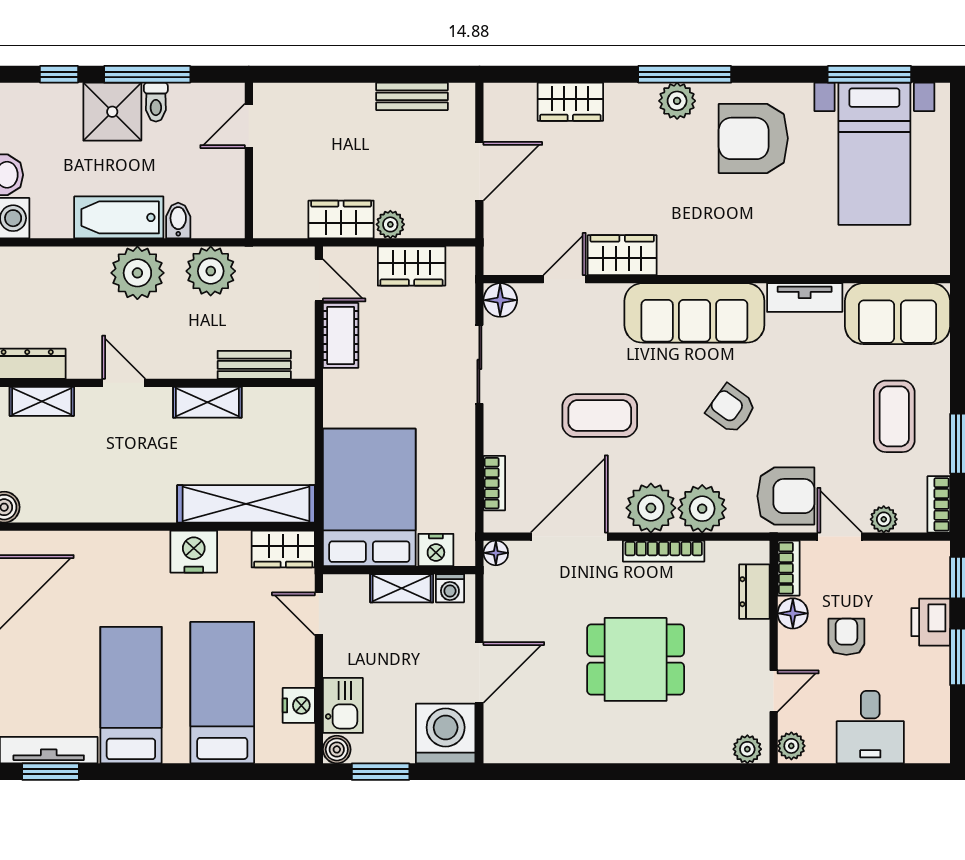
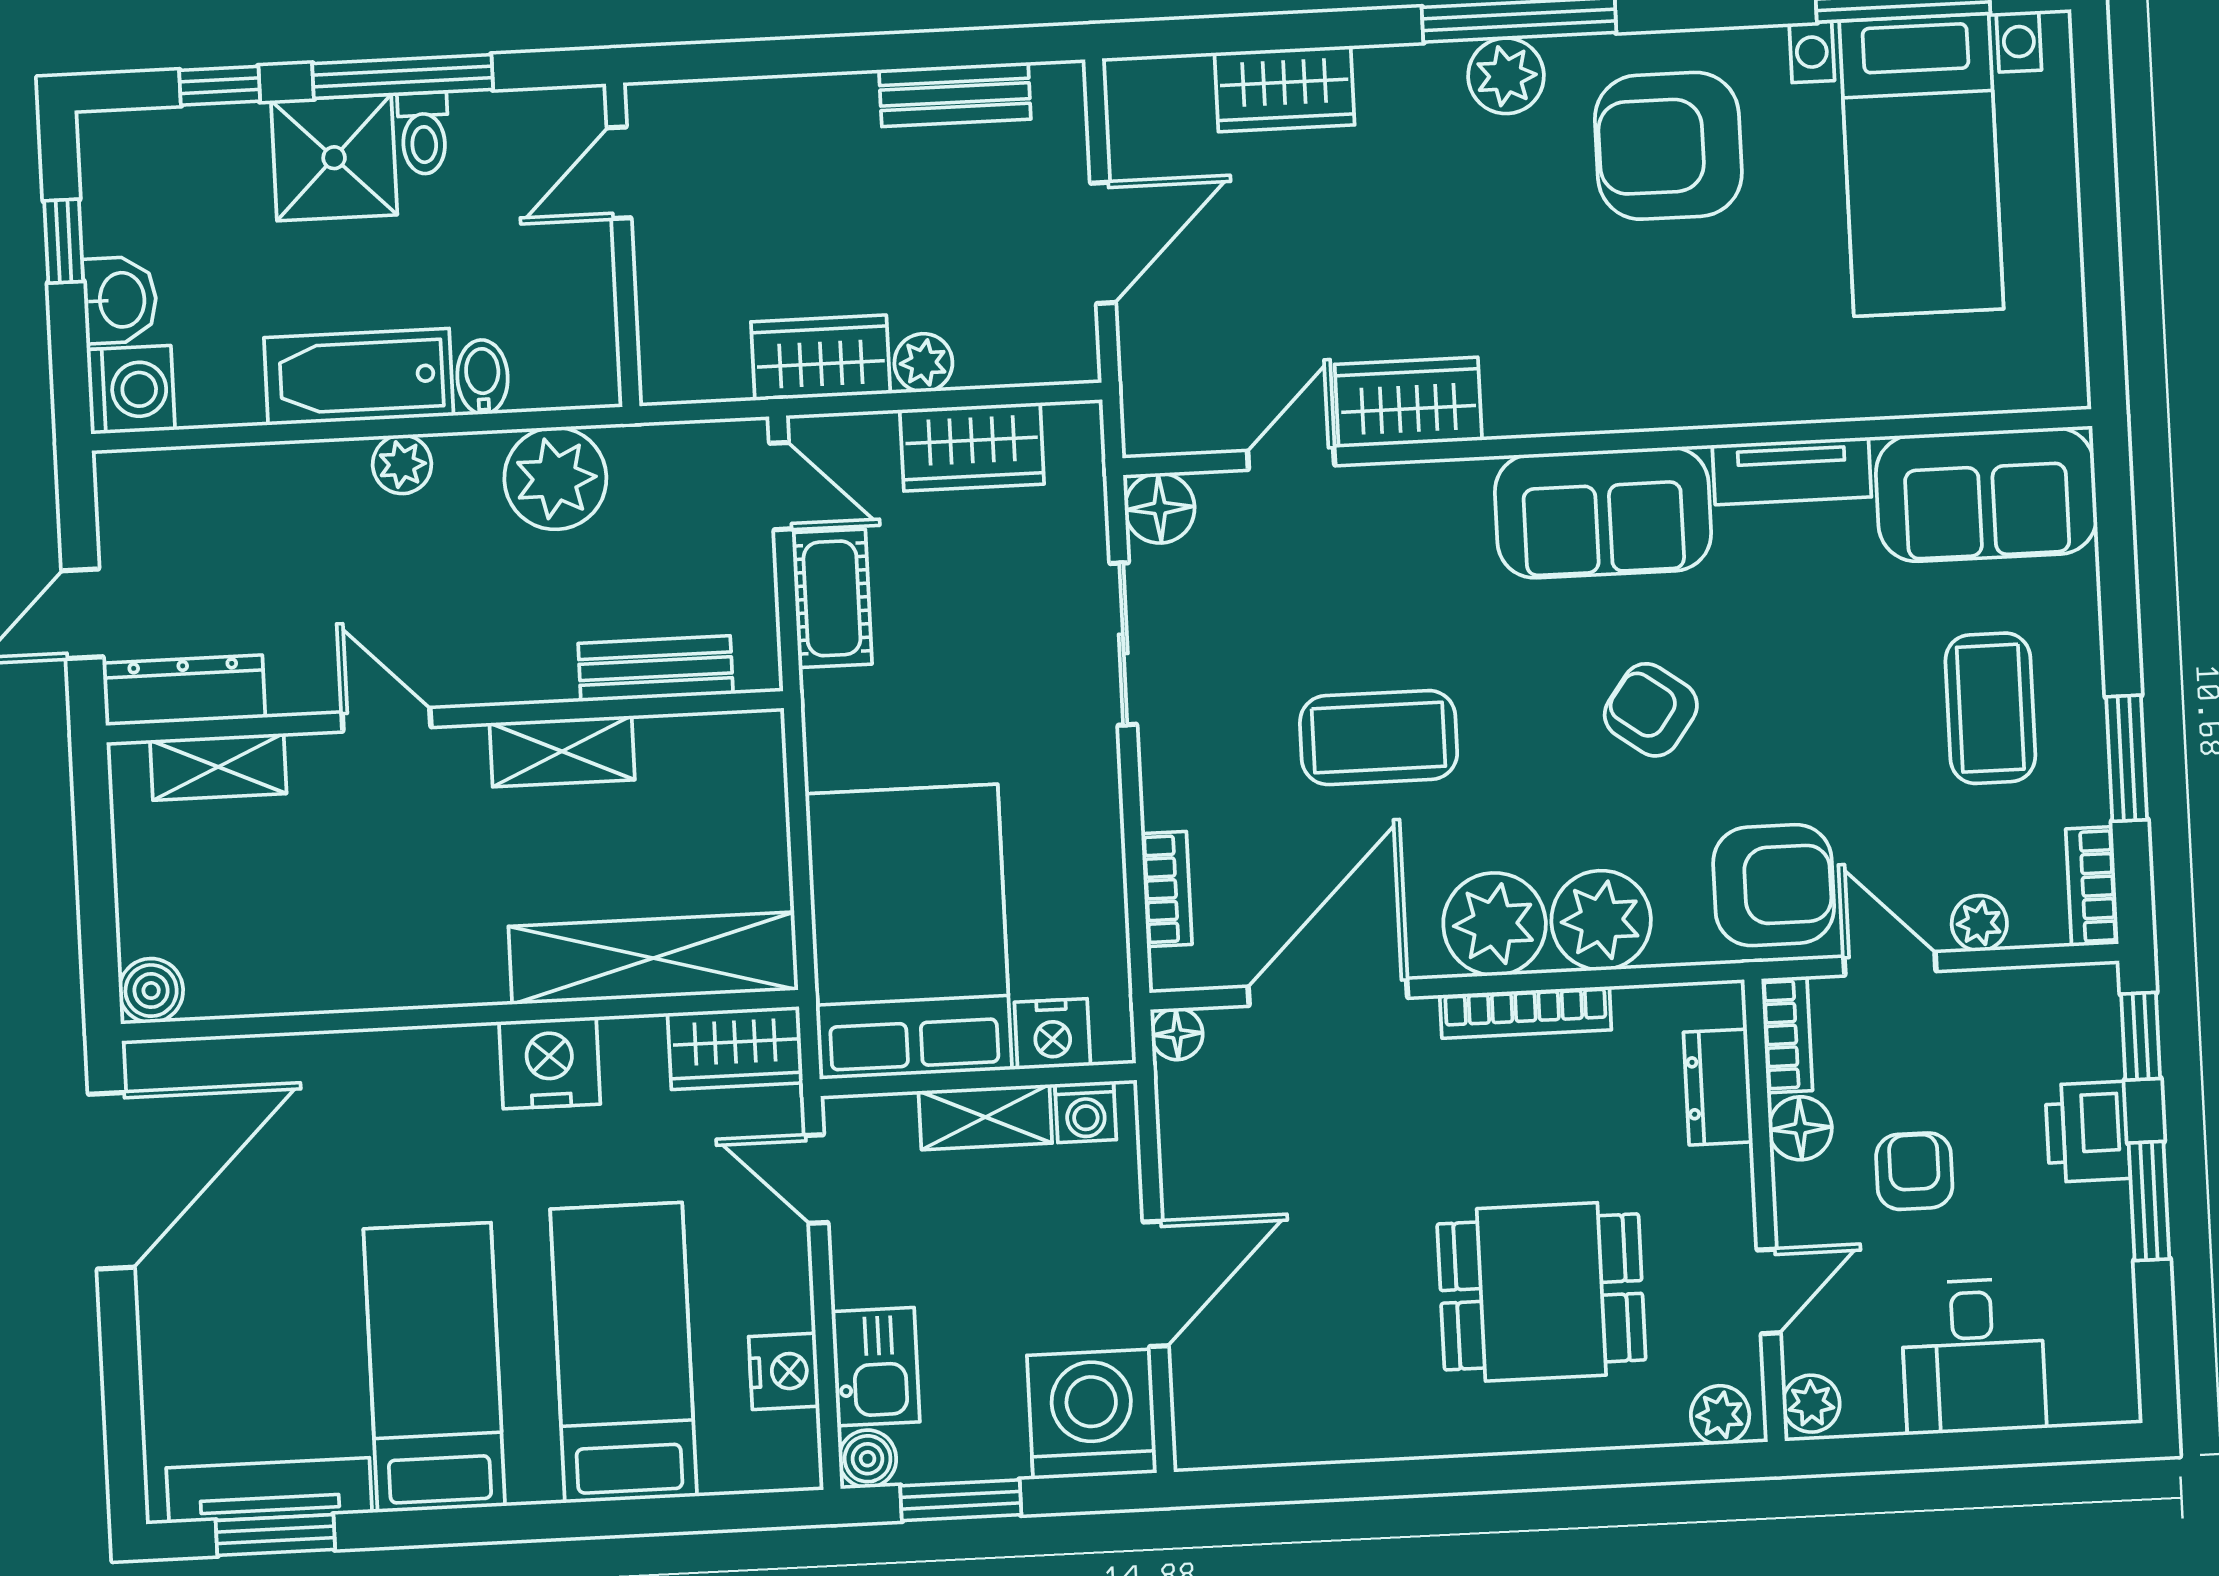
plant: (137, 273) -> (402, 464), width x0.53, depth x0.53
sofa: (694, 313) -> (1603, 513), width x0.73
dining table: (636, 659) -> (1541, 1292), moved

